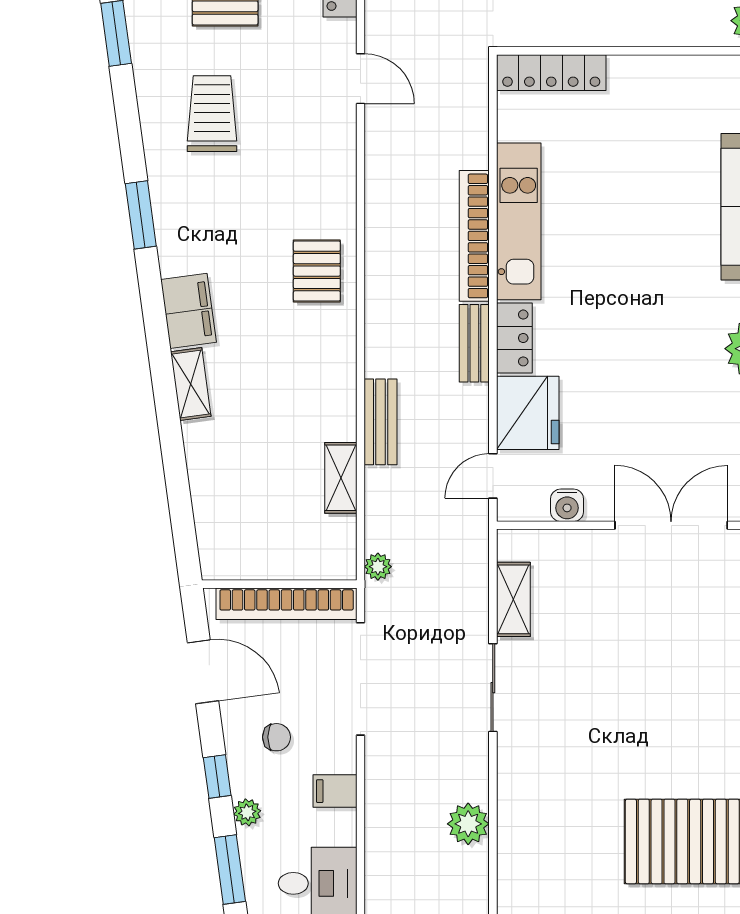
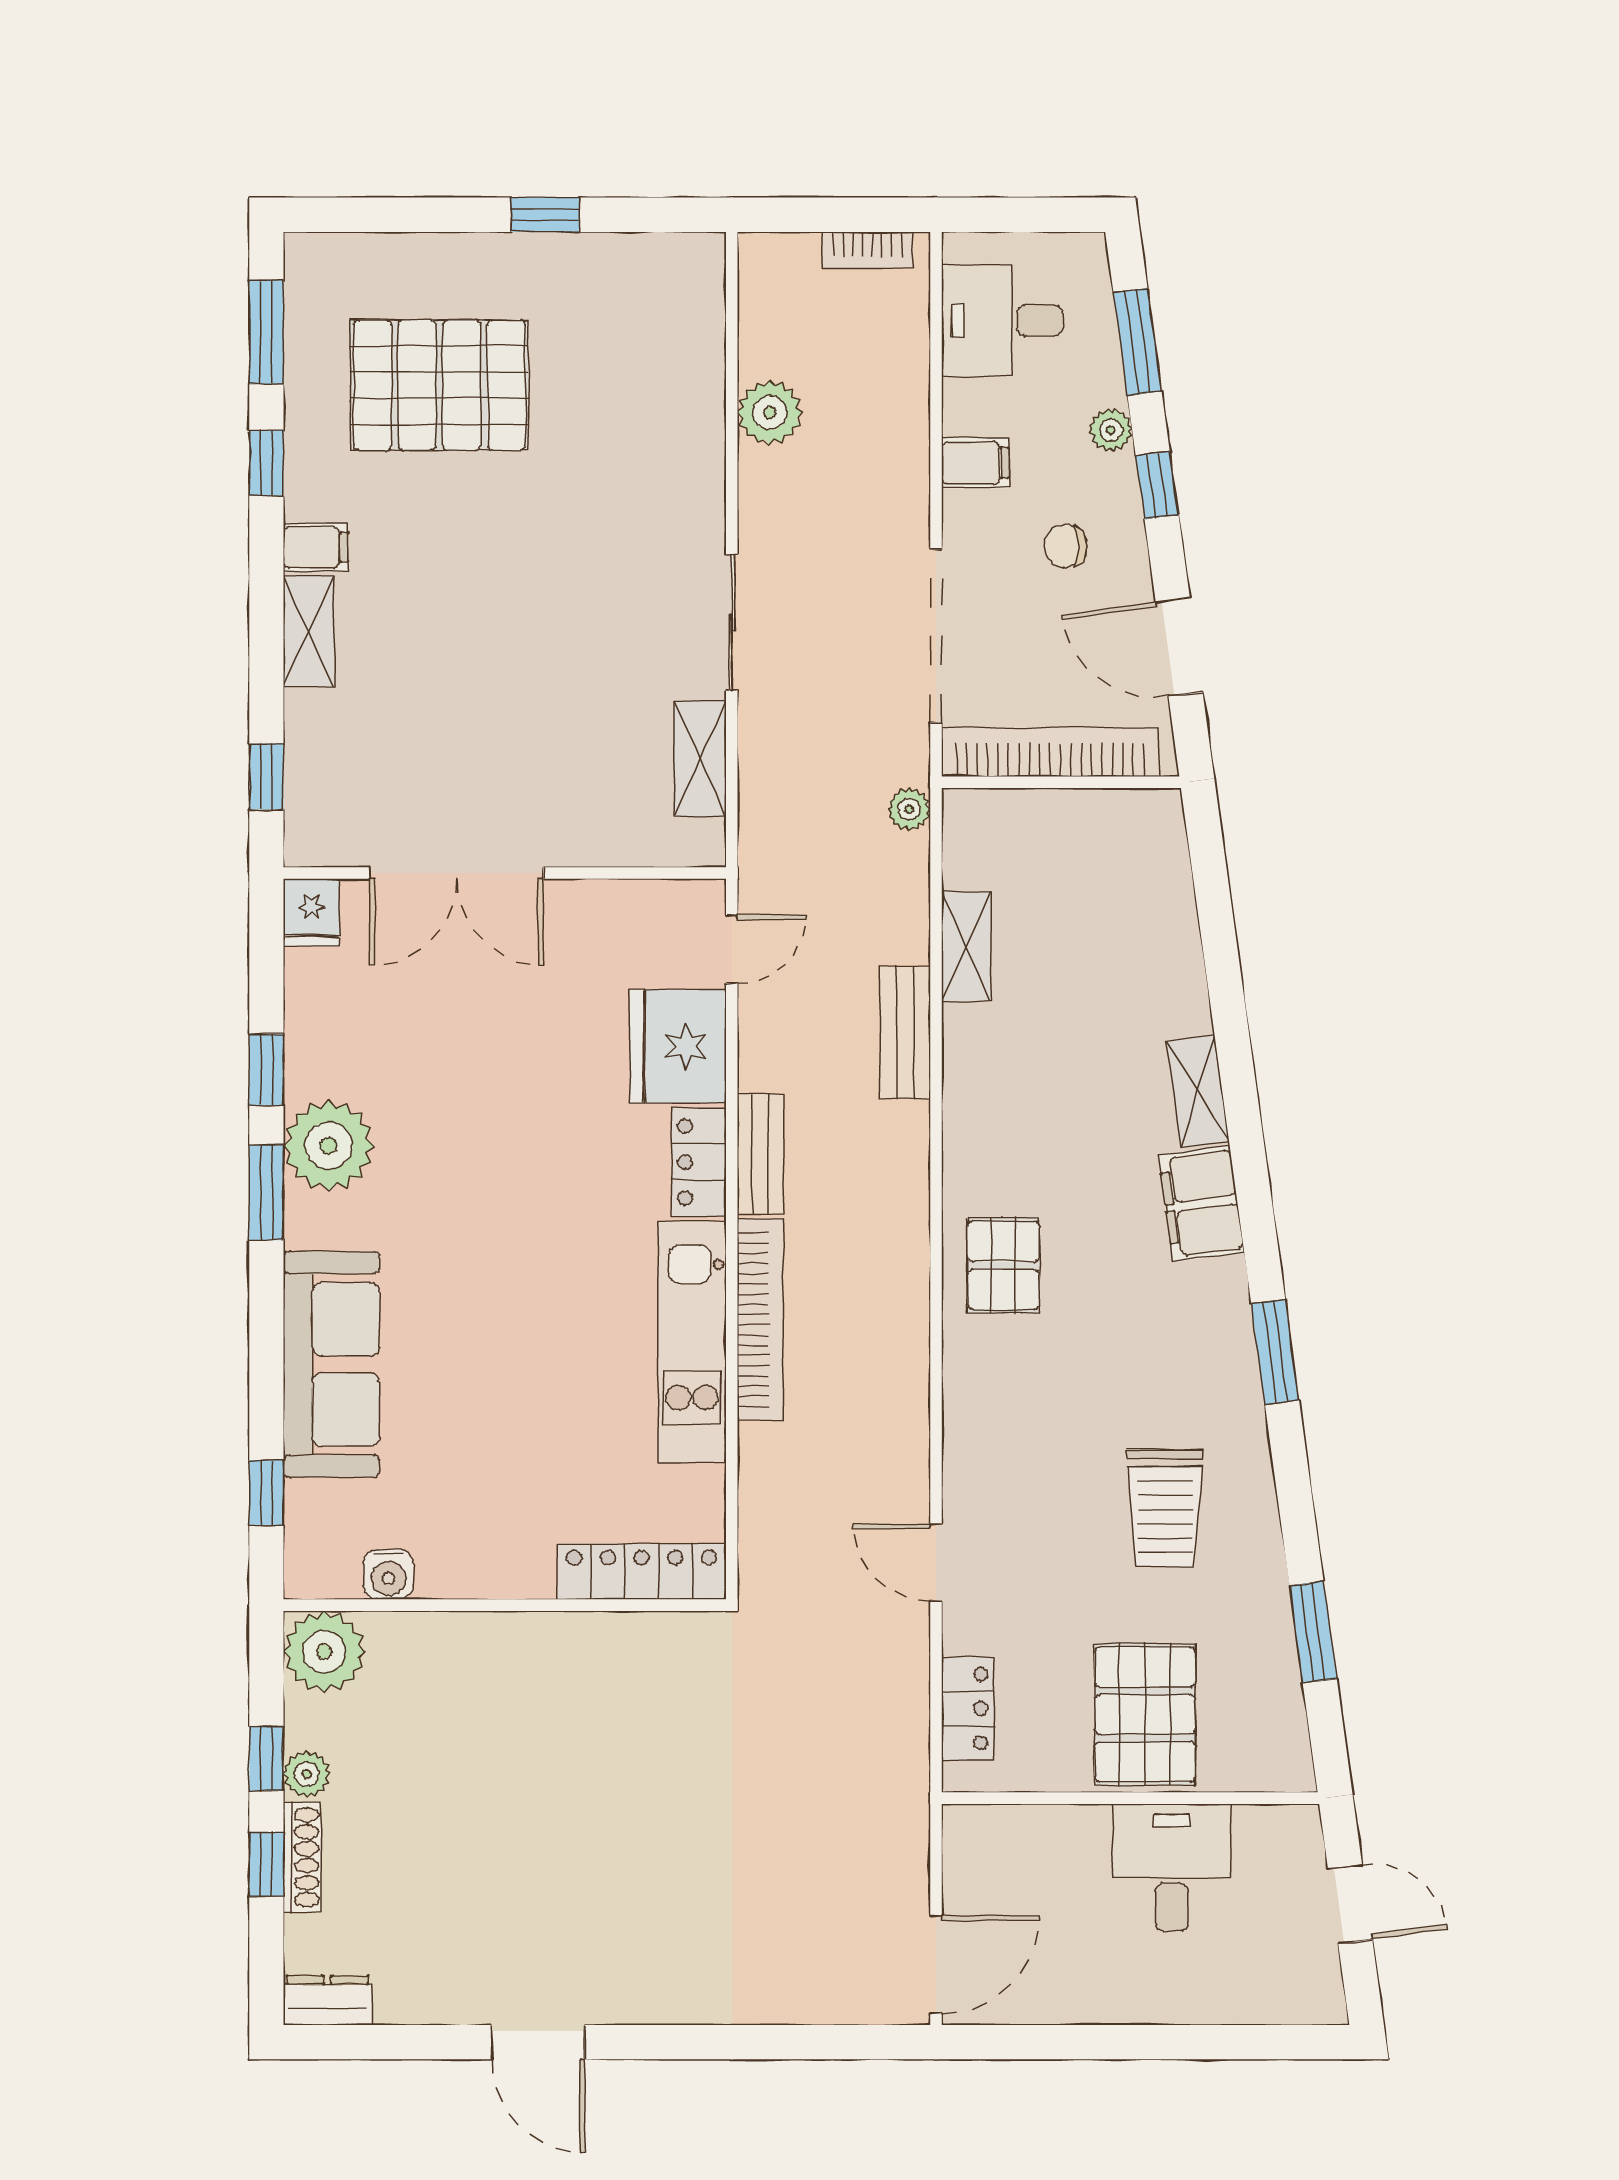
water cooler: (567, 505) -> (388, 1574), moved, turned 180

